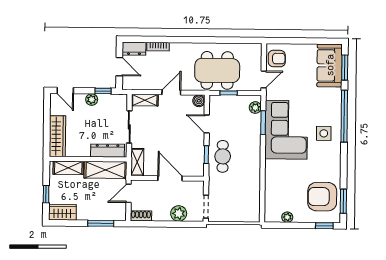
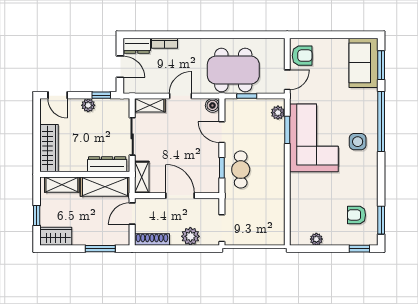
armchair: (322, 197) -> (357, 215), width x0.53, depth x0.53
shoe rack: (141, 216) -> (152, 240), width x1.43

